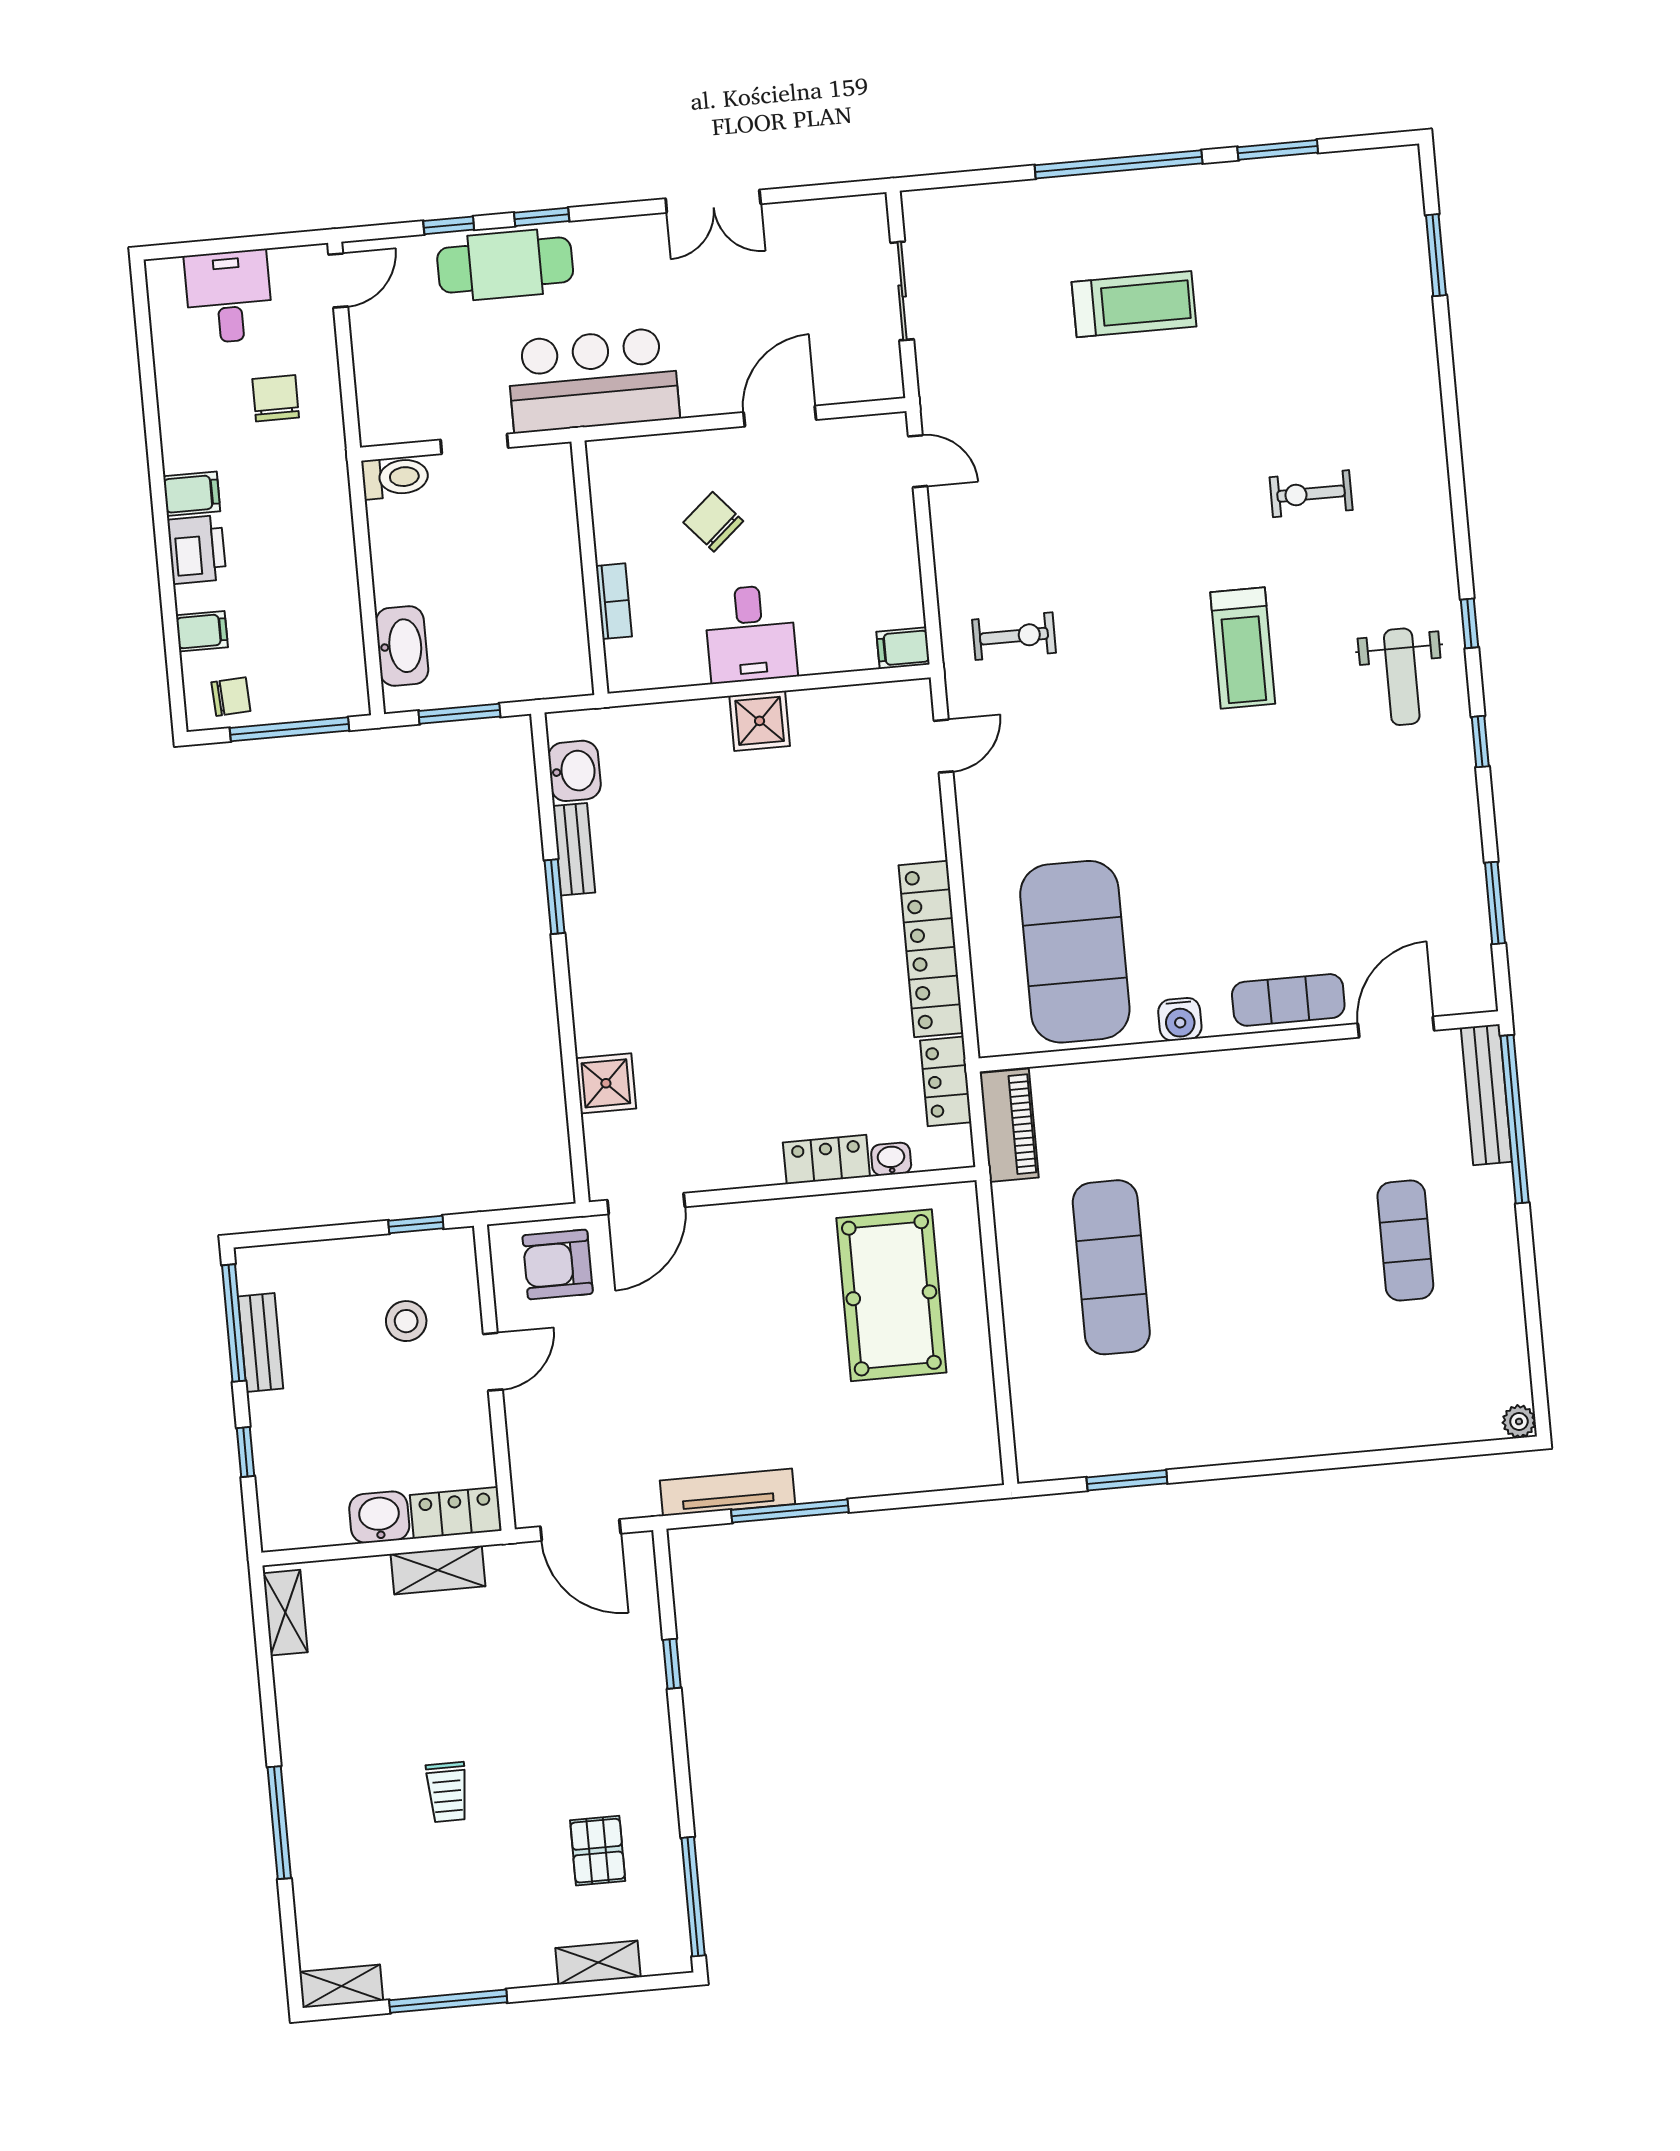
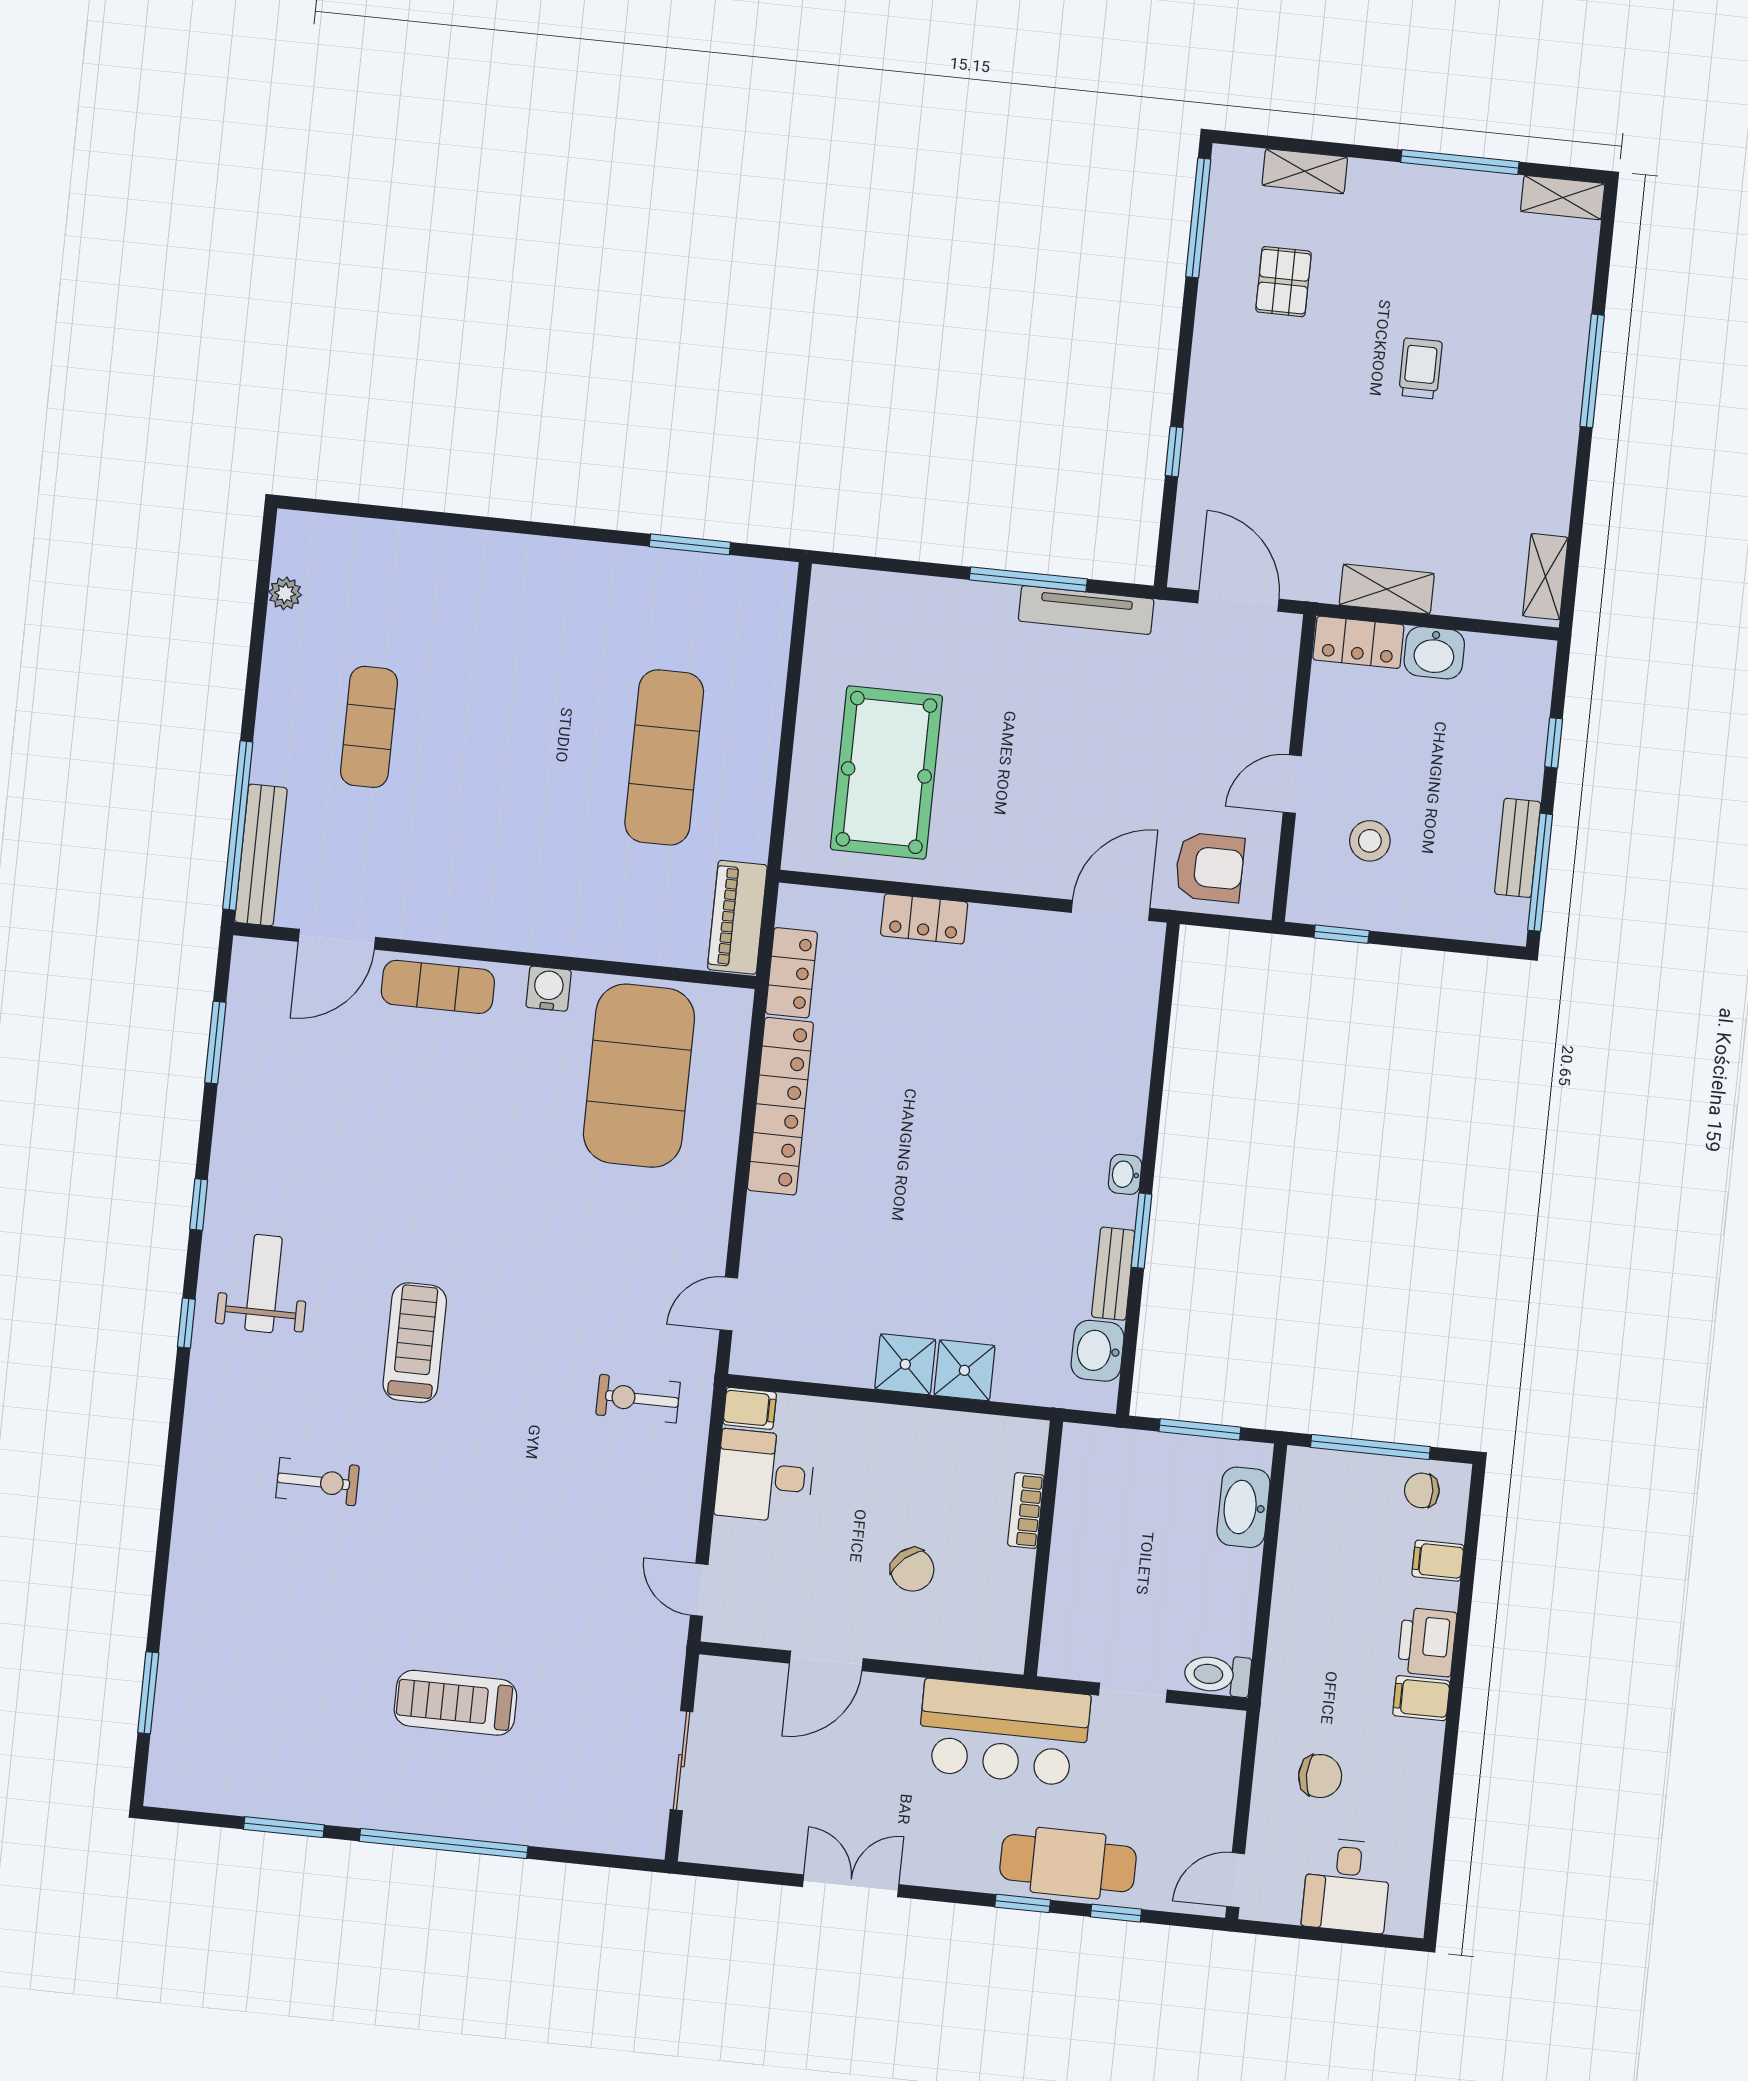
chair: (276, 398) -> (1320, 1776), turned -90
desk: (751, 634) -> (765, 1476), moved, turned -90
shower: (606, 1083) -> (964, 1370), moved
washbasin: (891, 1159) -> (1125, 1174), moved, turned 90
plant: (1519, 1421) -> (285, 593), moved

